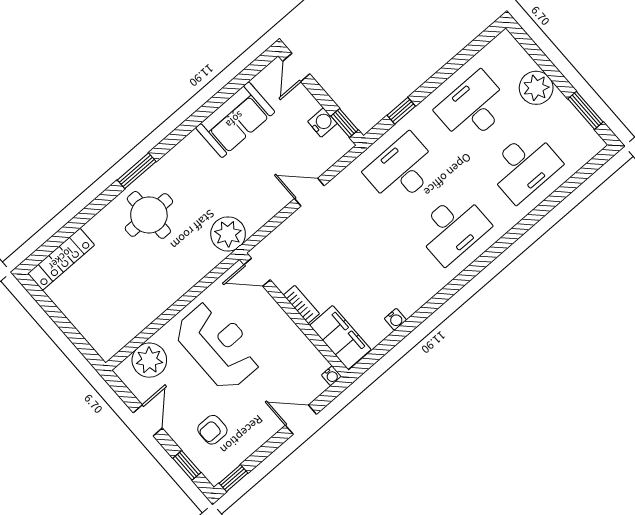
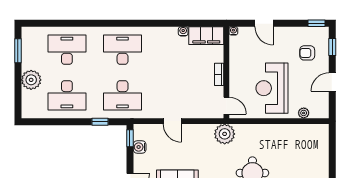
filing cabinet: (340, 337) -> (206, 36), moved, turned -90
plant: (149, 360) -> (304, 113), width x0.53, depth x0.53
armchair: (212, 430) -> (307, 53), turned 180

